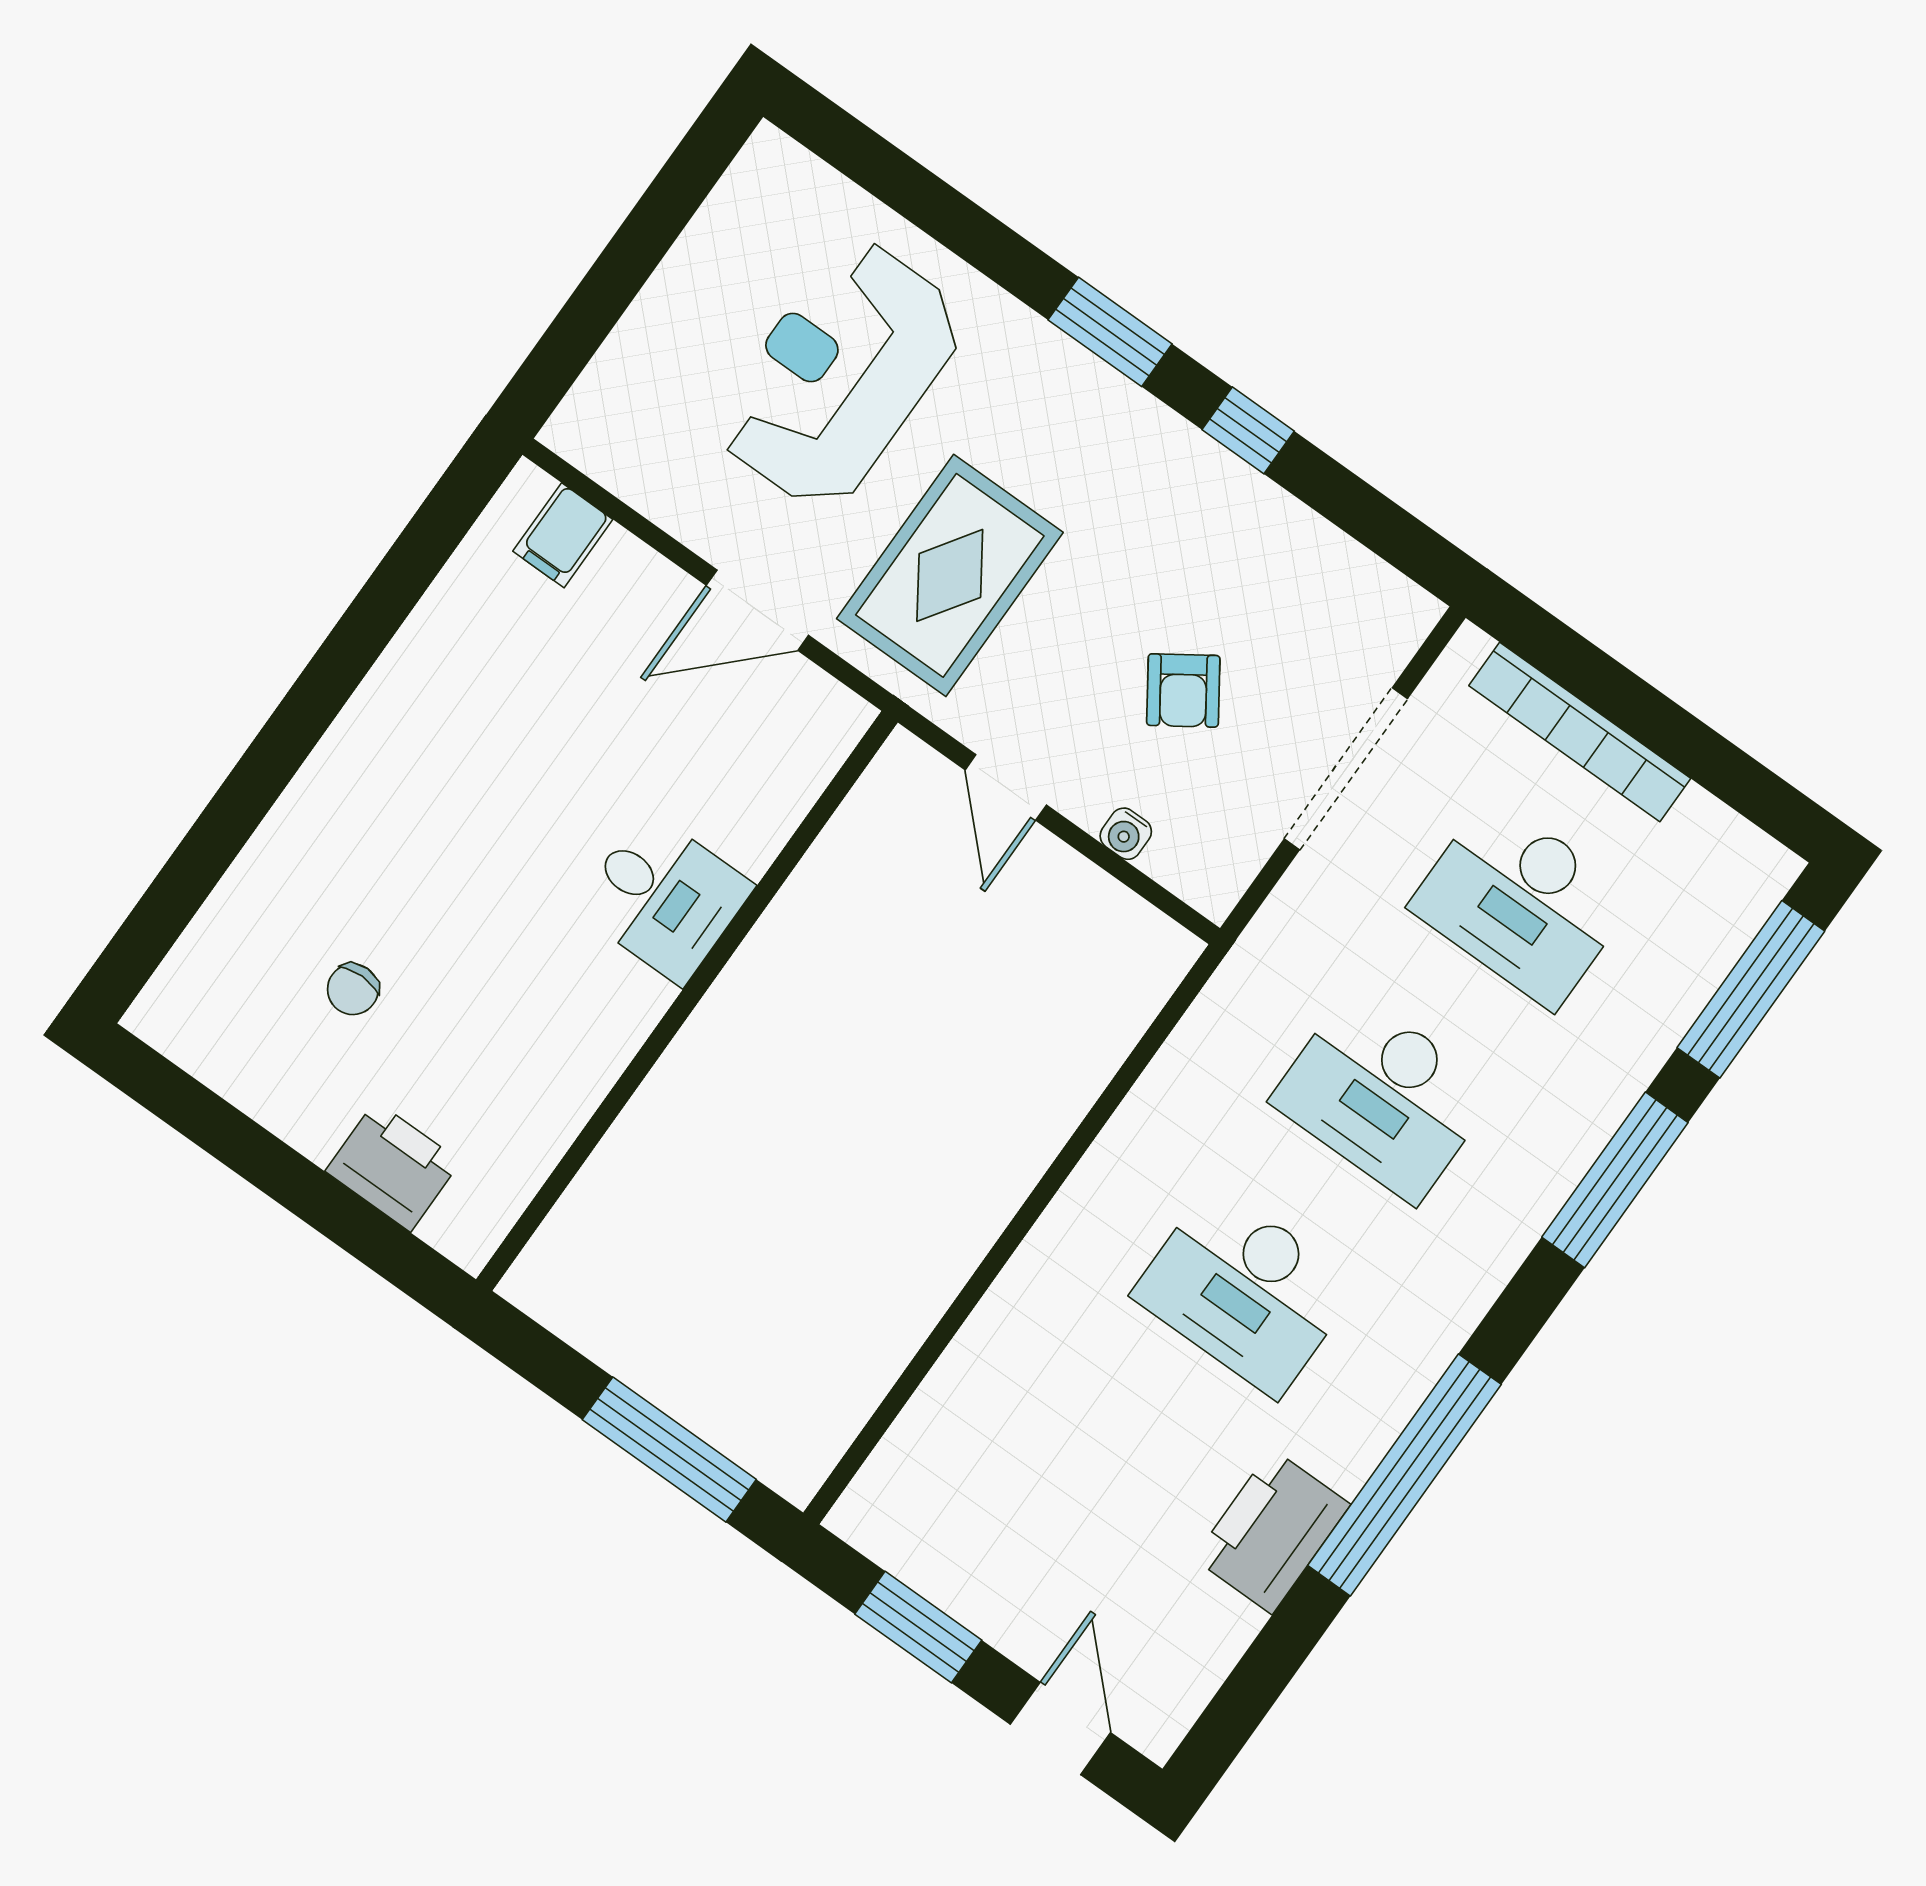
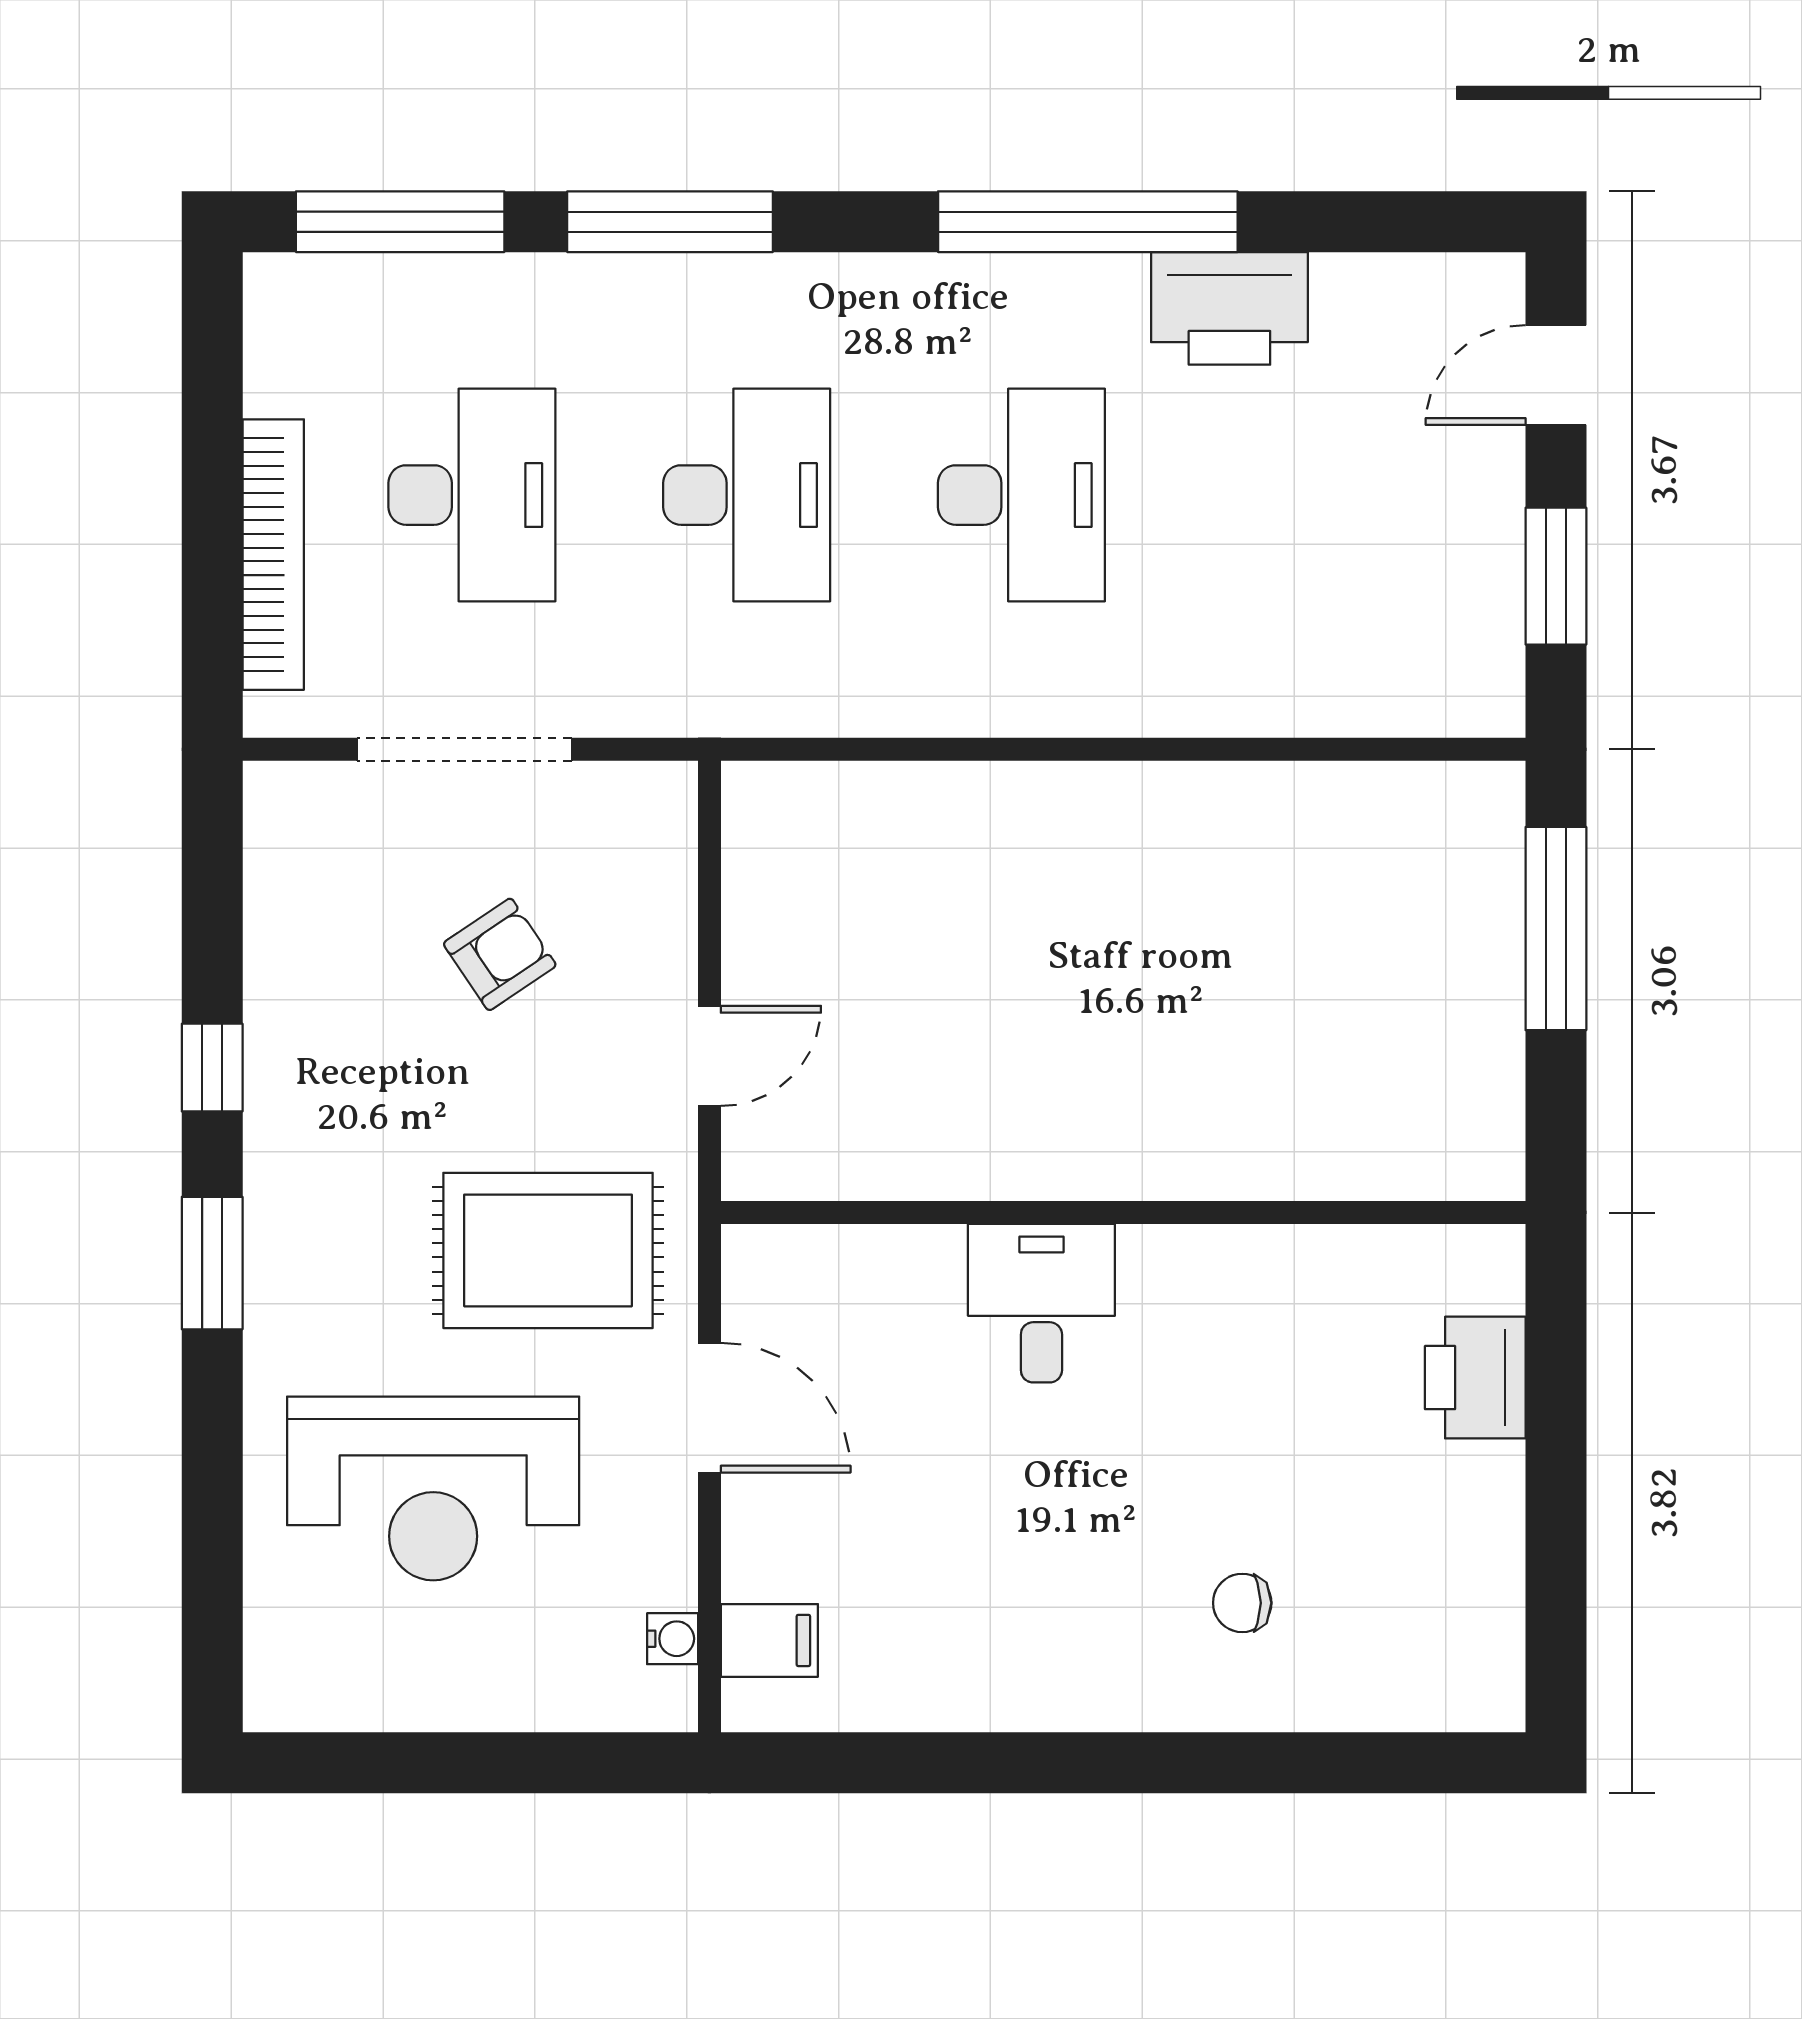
water cooler: (1126, 834) -> (673, 1639), moved
chair: (353, 989) -> (1242, 1603), moved, turned 180

